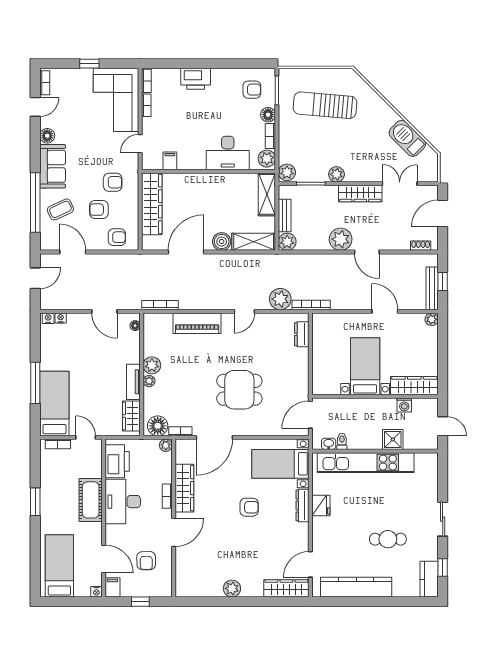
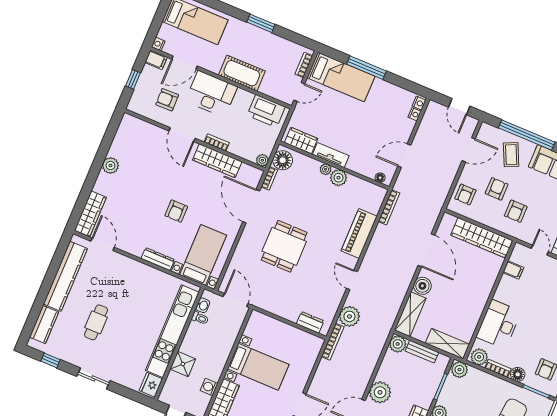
desk: (123, 502) -> (211, 94), moved
fridge: (321, 505) -> (151, 385), moved, turned 90
kitchen counter: (429, 579) -> (44, 325), moved, turned 90

